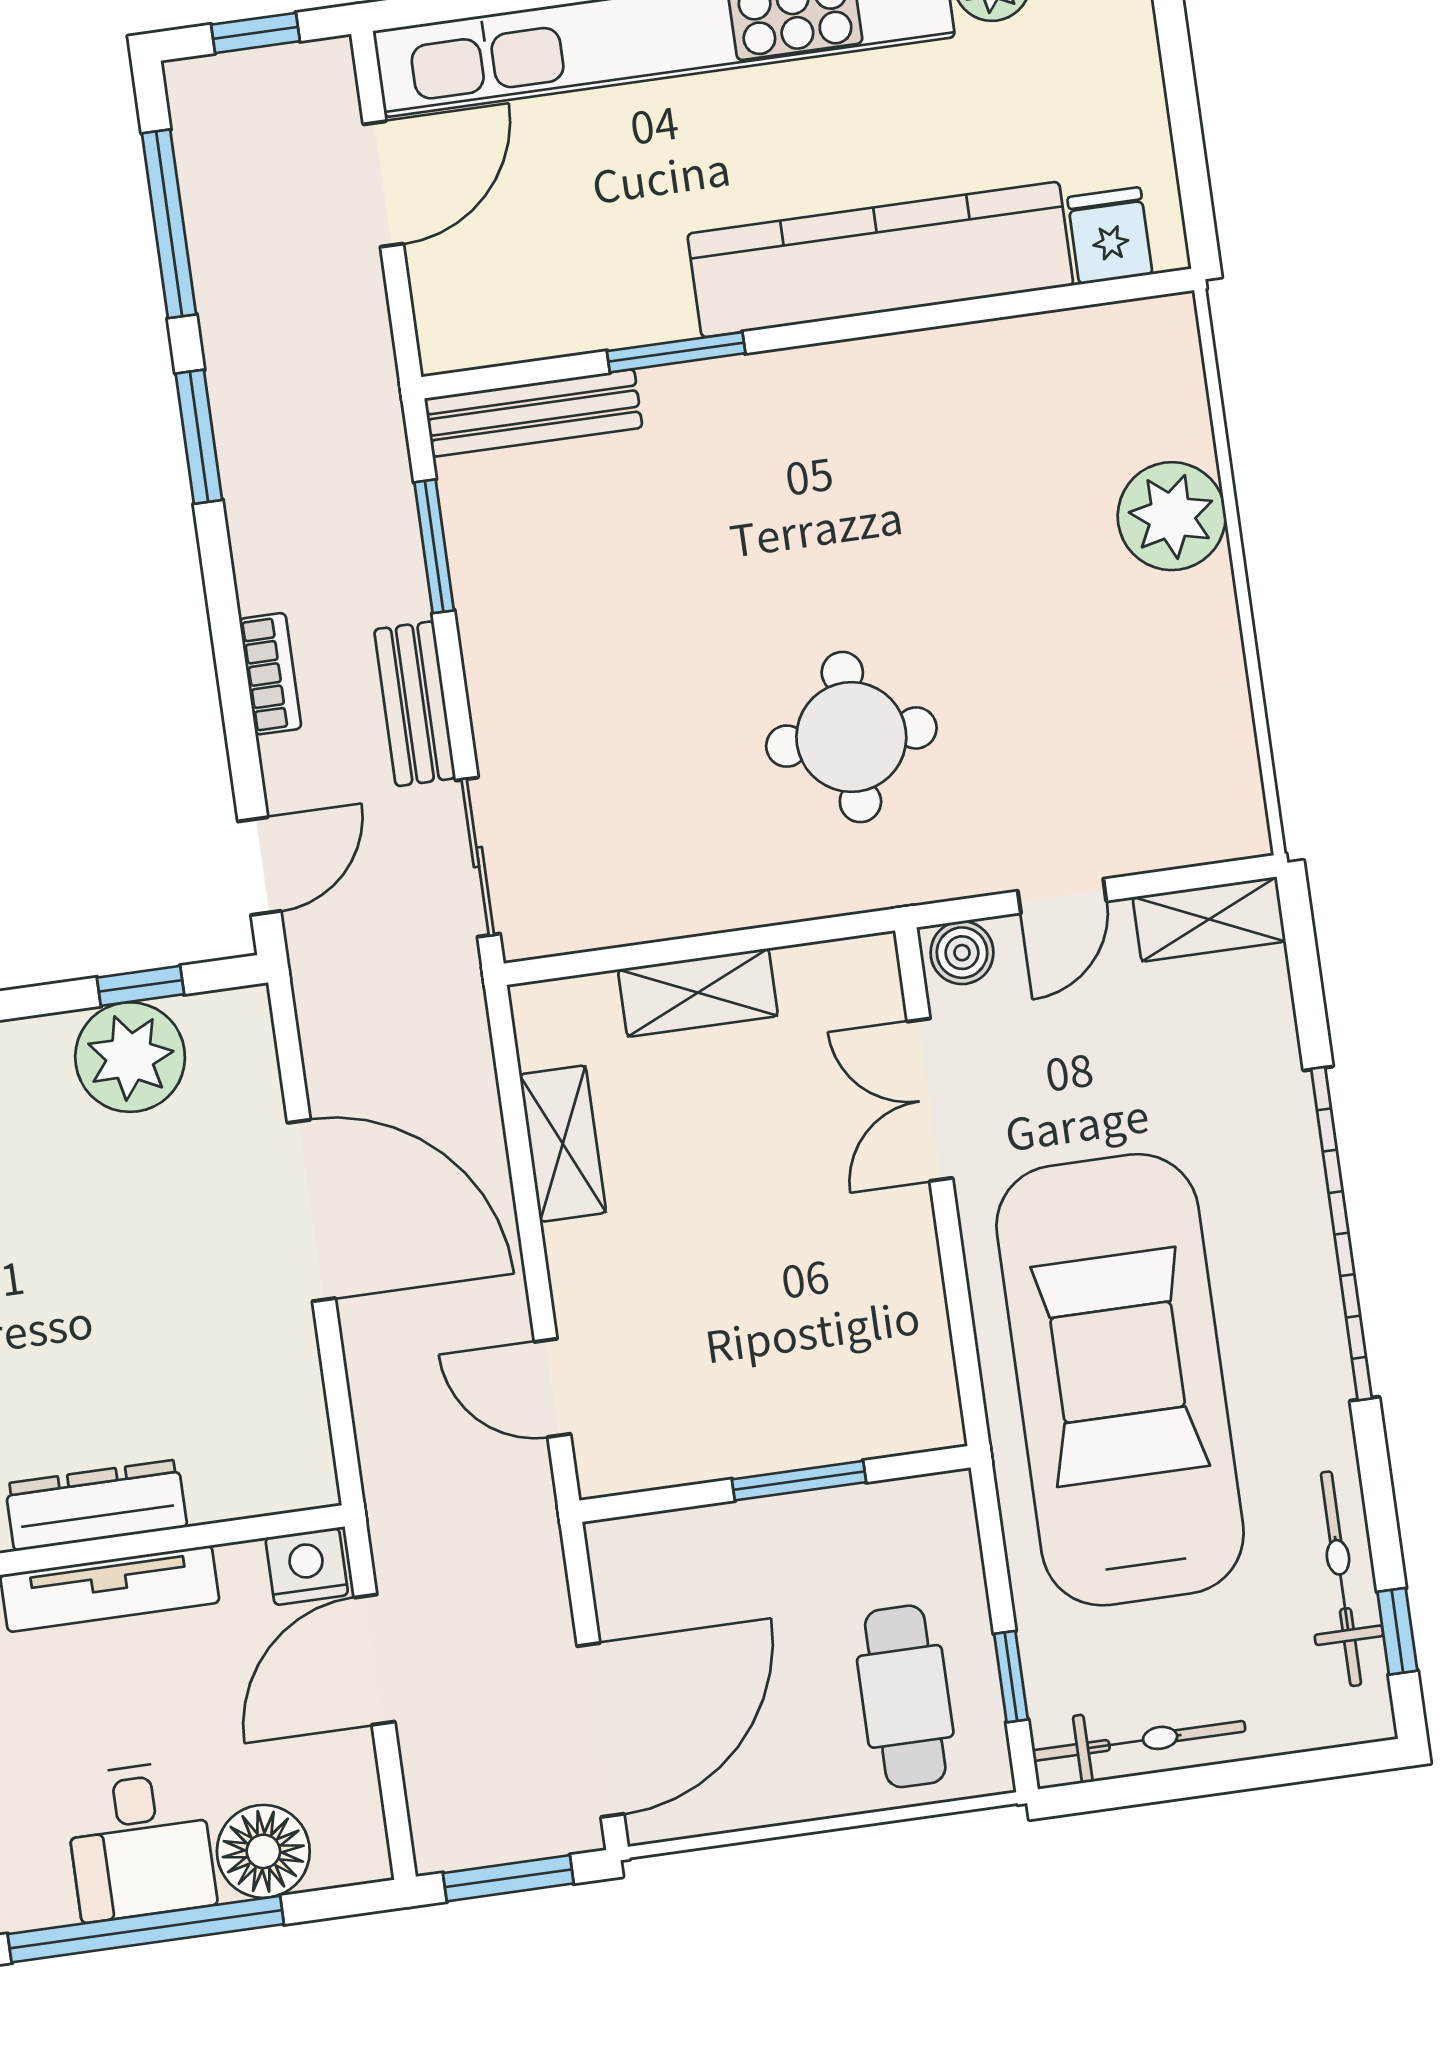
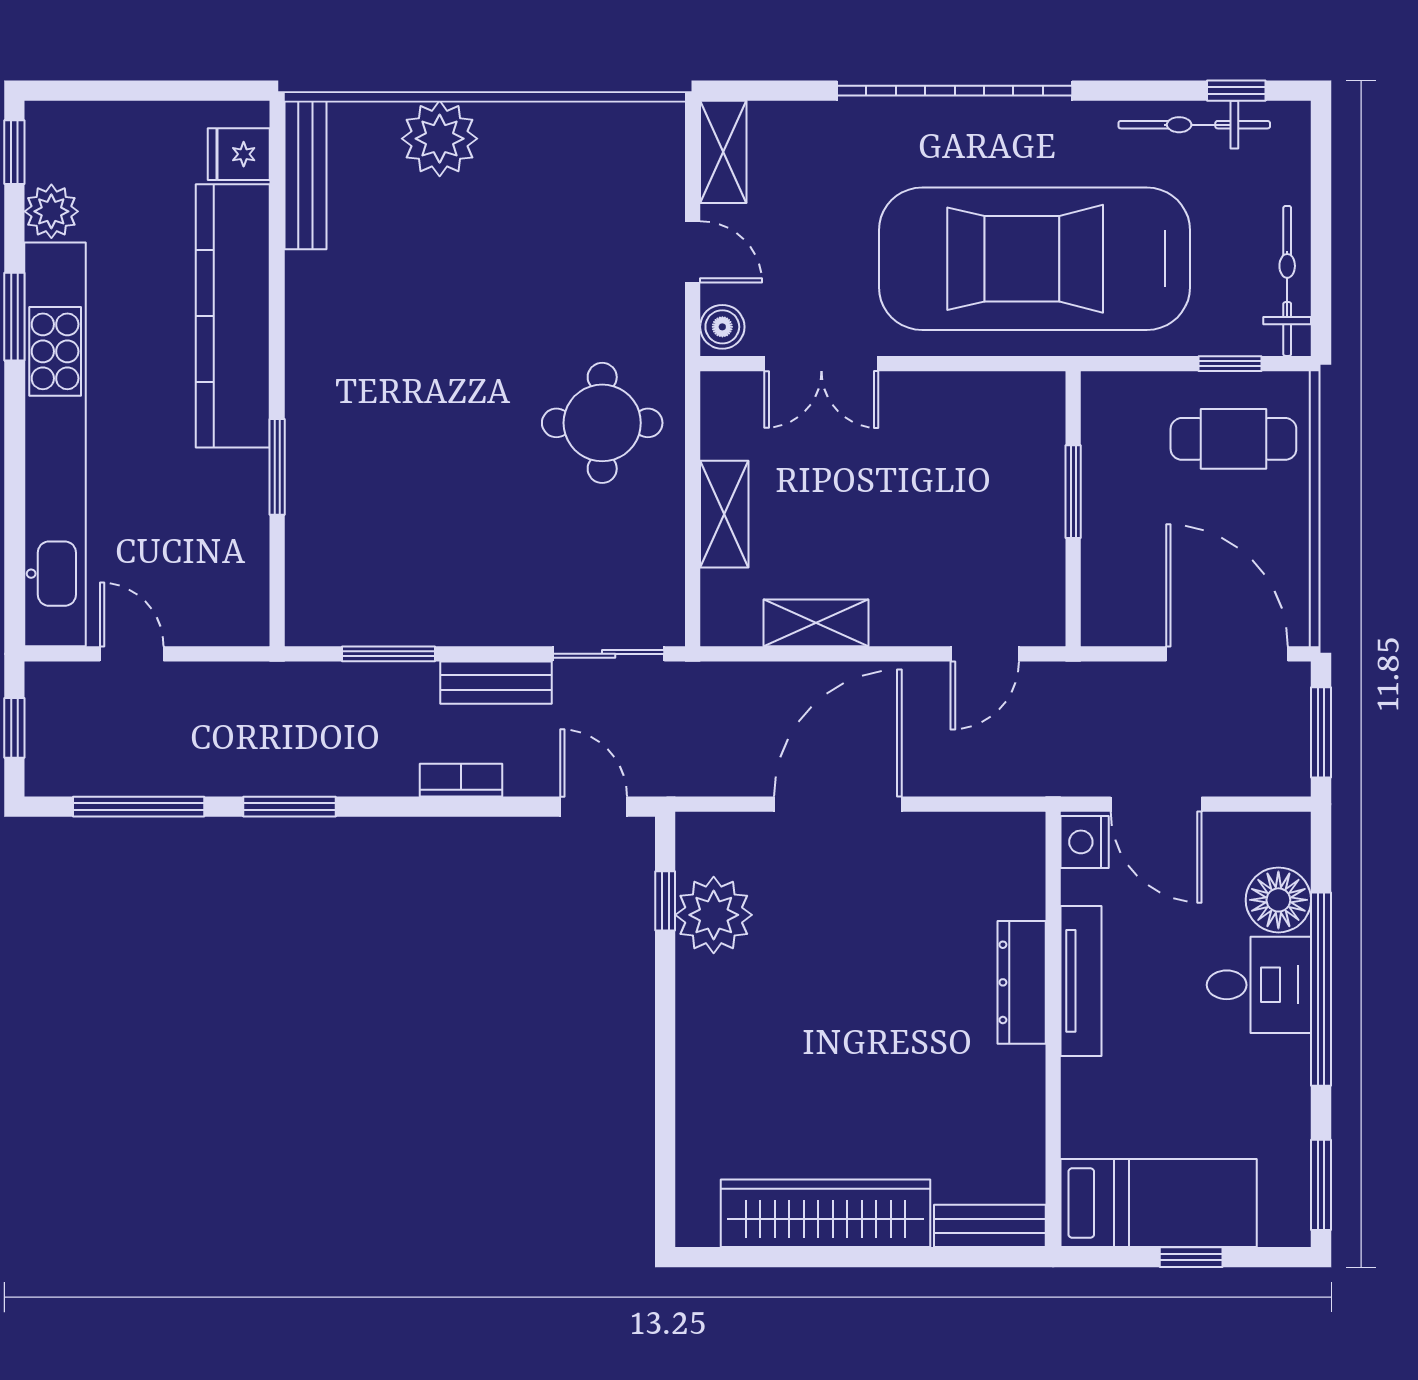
door: (383, 184) -> (132, 654), width x0.73
bench: (533, 413) -> (306, 175), moved
round table: (851, 737) -> (602, 423), moved

